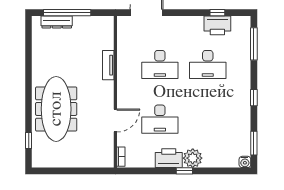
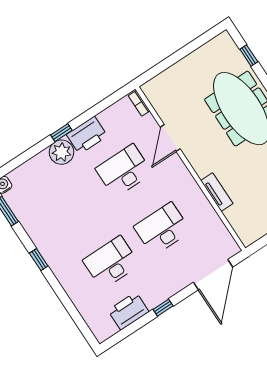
window: (217, 13) -> (163, 308), moved
window: (254, 44) -> (76, 317), removed

